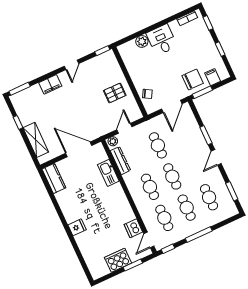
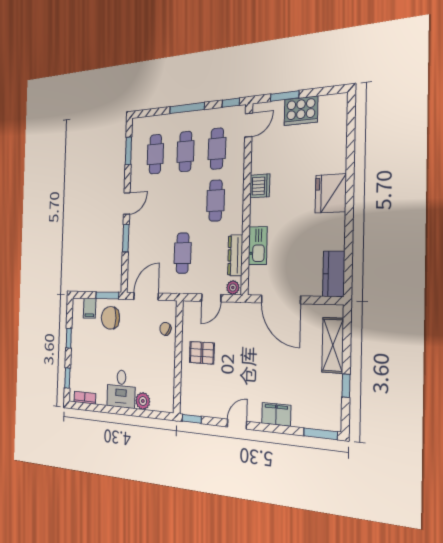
cafe table: (172, 176) -> (184, 202), removed
fridge: (77, 227) -> (331, 193), width x1.88, depth x1.34
dishwasher: (133, 228) -> (260, 186), moved

